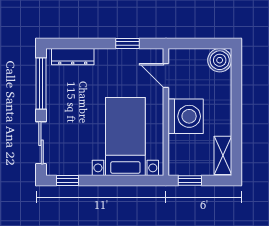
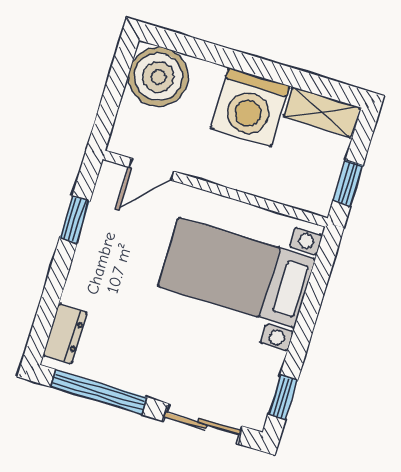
dresser: (73, 57) -> (65, 334), width x0.70
boiler: (220, 60) -> (158, 77), width x1.37, depth x1.37
washing machine: (186, 116) -> (250, 107), moved, turned 180

